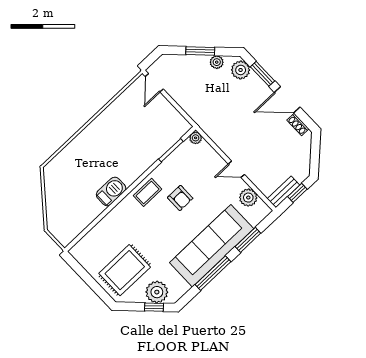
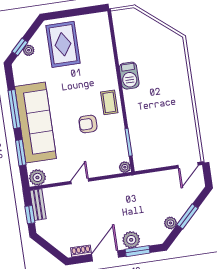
plant: (241, 70) -> (131, 240), moved
door: (154, 83) -> (188, 165), swing flipped
plant: (248, 198) -> (37, 177), moved
plant: (157, 292) -> (29, 50), width x0.53, depth x0.53

